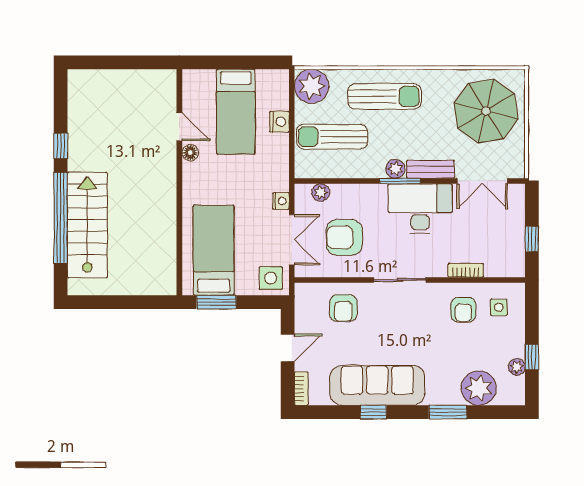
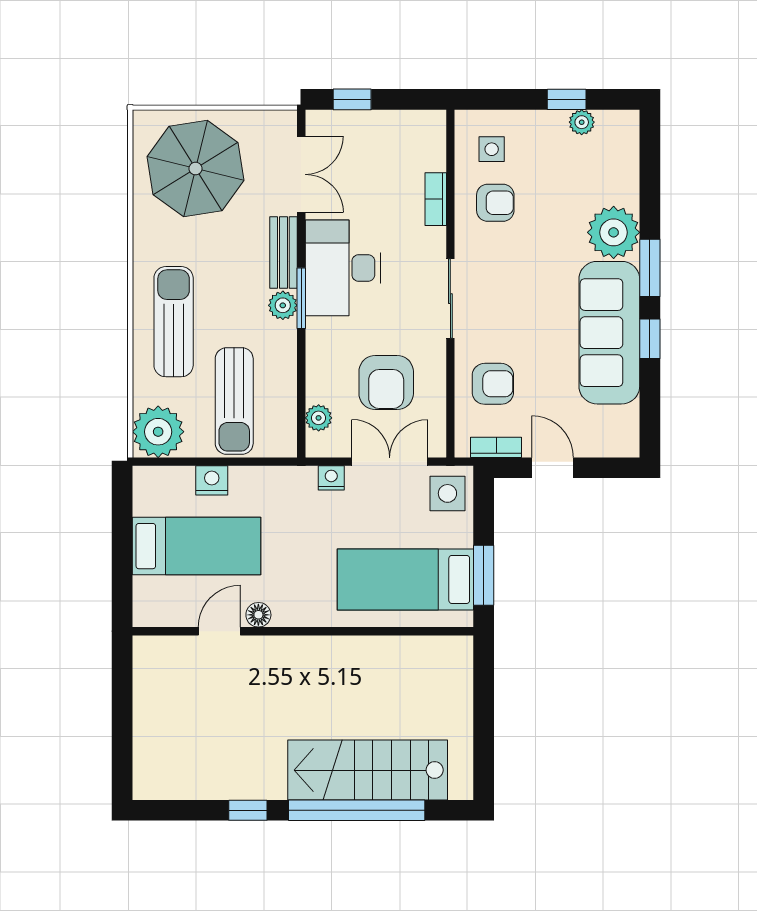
window: (532, 239) -> (352, 99), moved
plant: (479, 388) -> (614, 232), moved
bookcase: (301, 389) -> (496, 447), moved
window: (448, 412) -> (650, 268), moved

